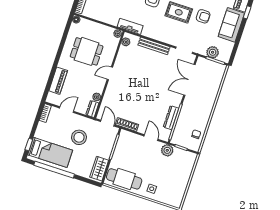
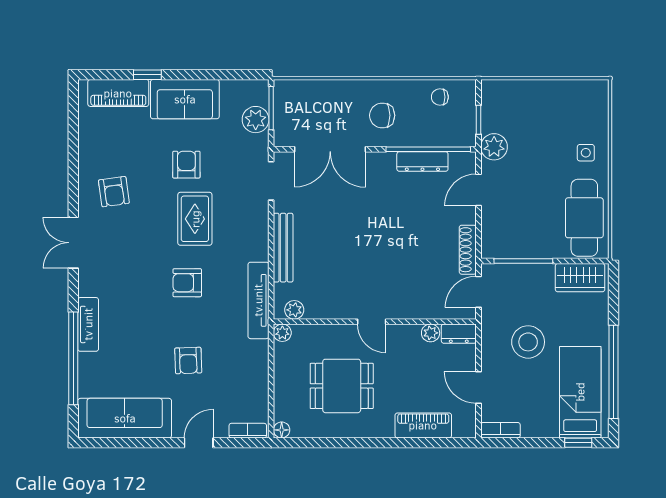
tv unit: (130, 26) -> (258, 300), width x1.41
dining table: (87, 51) -> (342, 386), turned 90
chair: (196, 107) -> (382, 115), added

